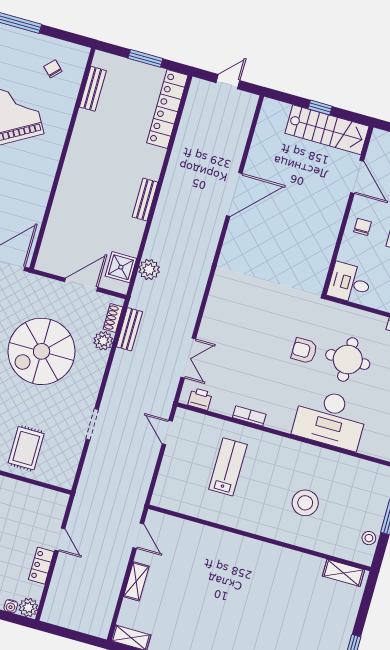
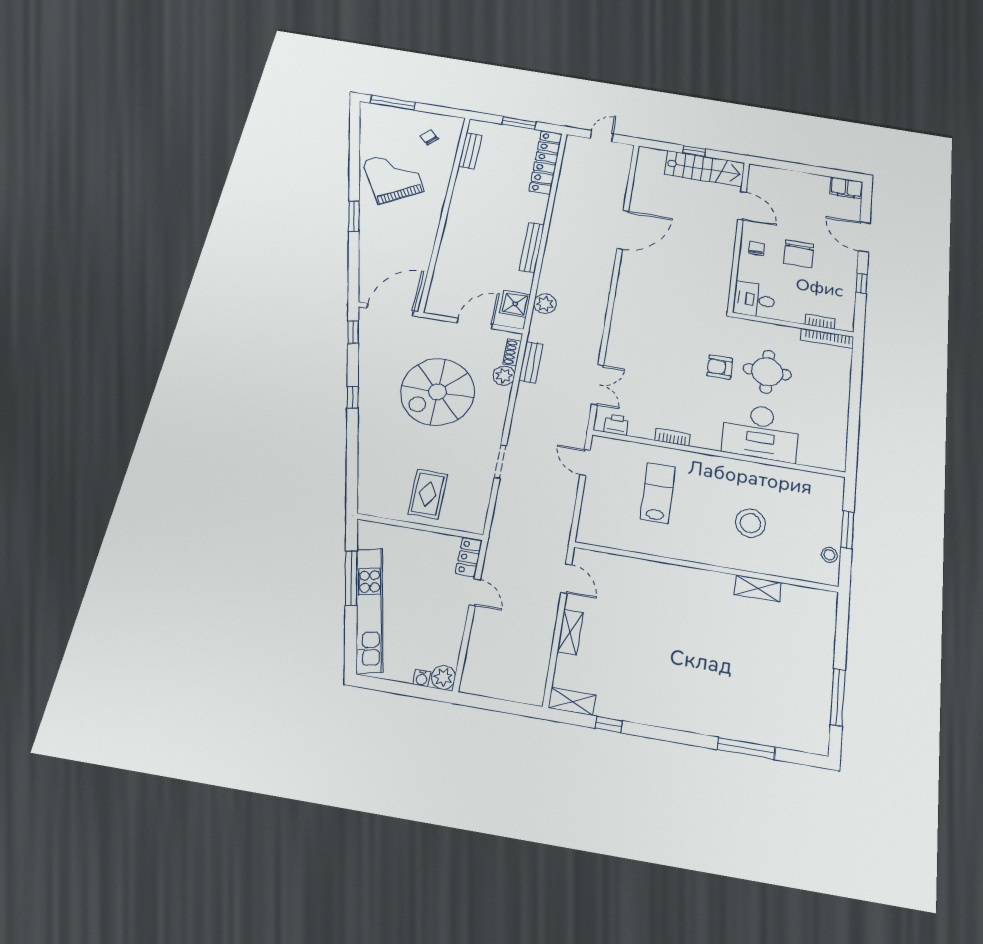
bench: (145, 200) -> (532, 247), width x1.36
locker: (41, 566) -> (469, 557), moved
shelving: (343, 573) -> (758, 588), moved

